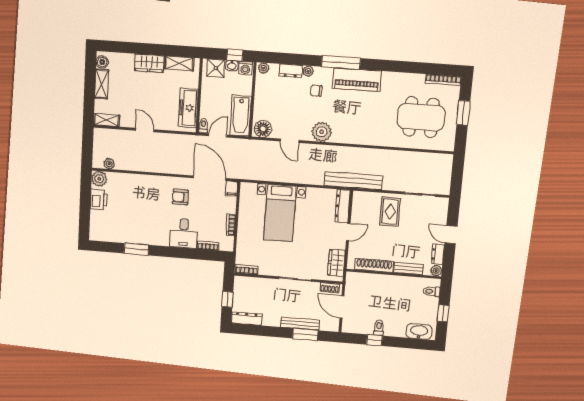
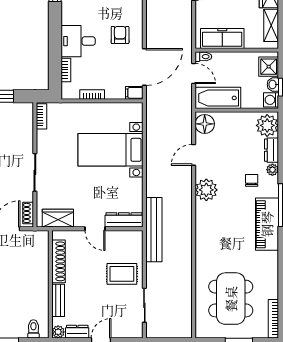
plant: (264, 68) -> (267, 125), width x1.88, depth x1.88

